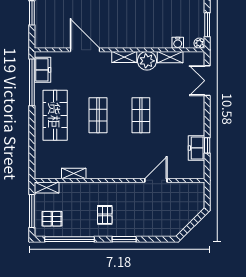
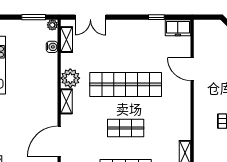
shelving: (170, 57) -> (67, 40), moved
shop shelf: (141, 115) -> (126, 84), width x2.00, depth x1.36
freezer: (196, 148) -> (178, 28), moved

